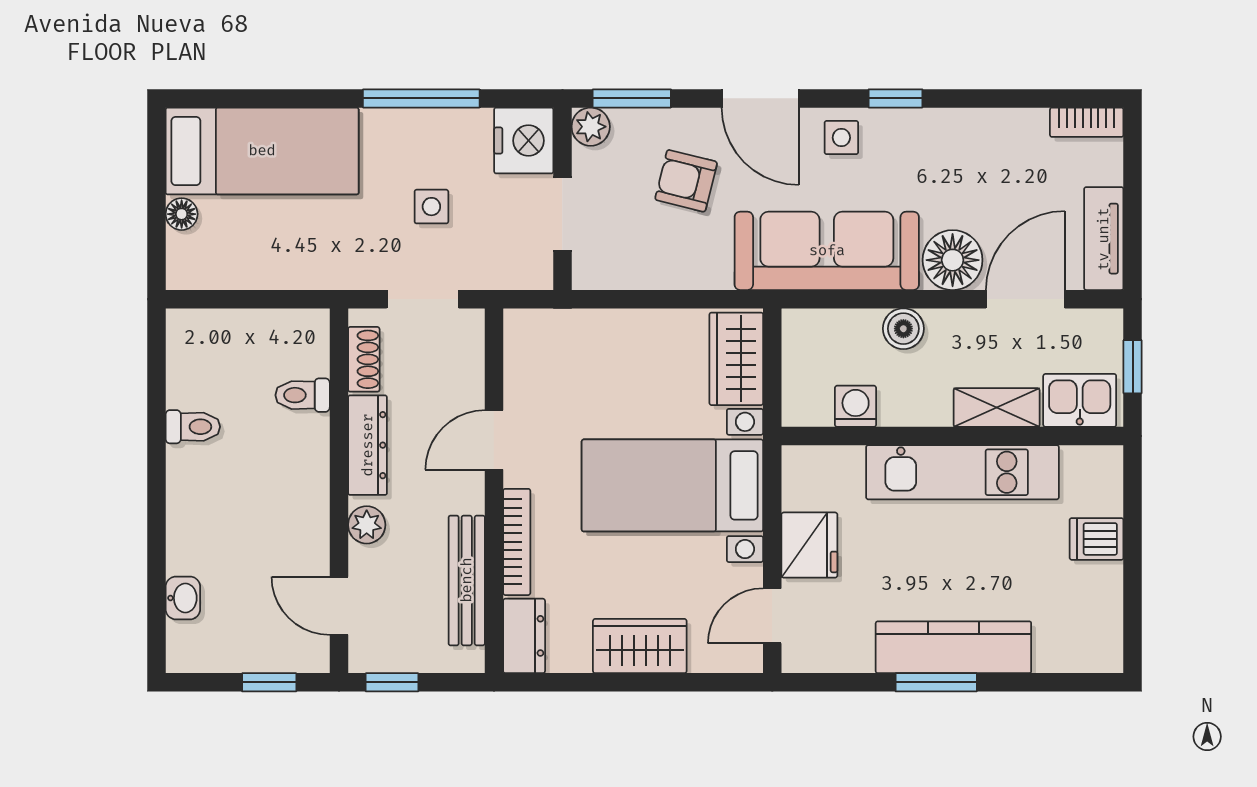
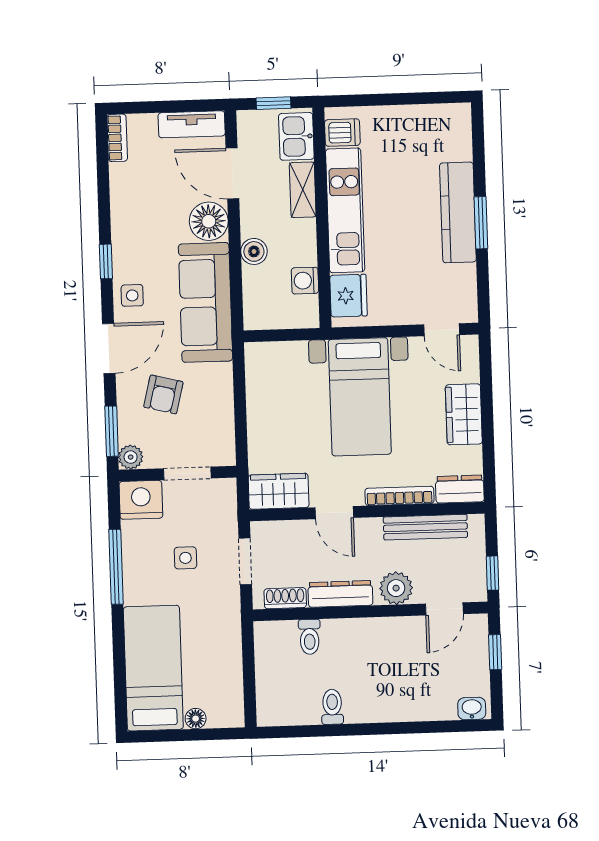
wardrobe: (736, 359) -> (279, 491), moved, turned 180
plant: (367, 525) -> (396, 588), width x1.38, depth x1.38
dishwasher: (1097, 539) -> (342, 133), moved, turned -90
fridge: (809, 545) -> (348, 296), moved, turned 90
washbasin: (183, 598) -> (472, 709), moved

